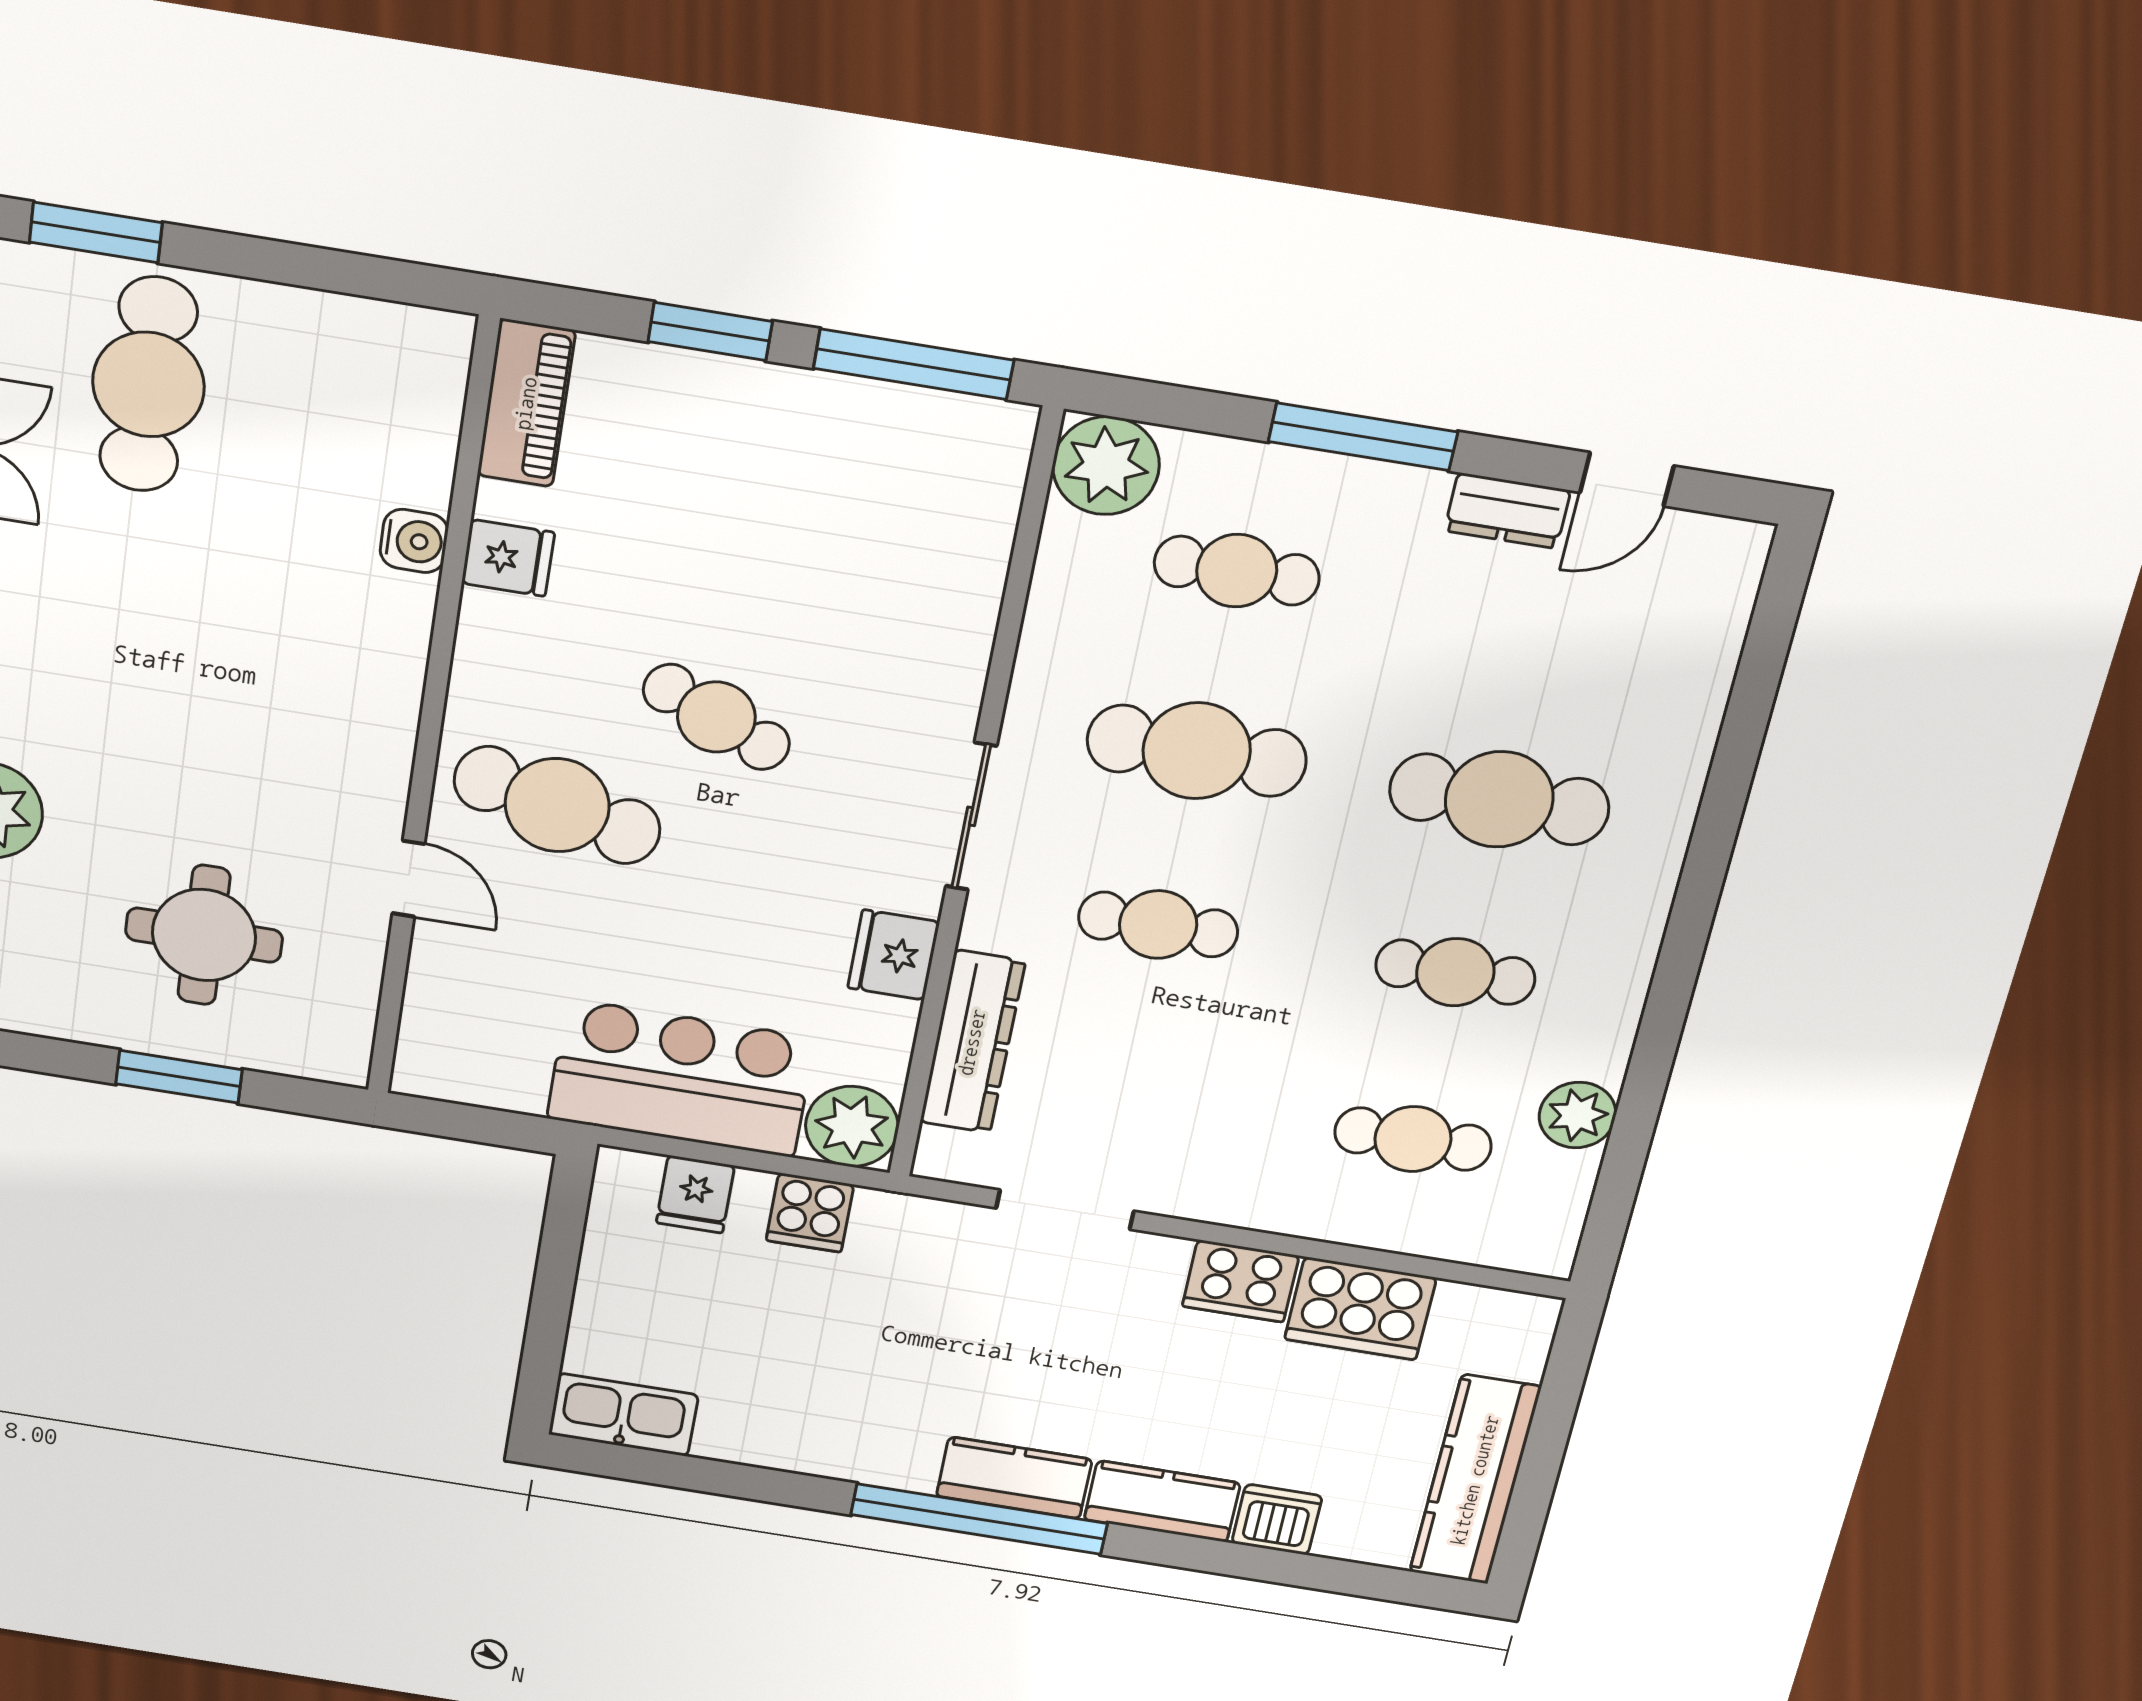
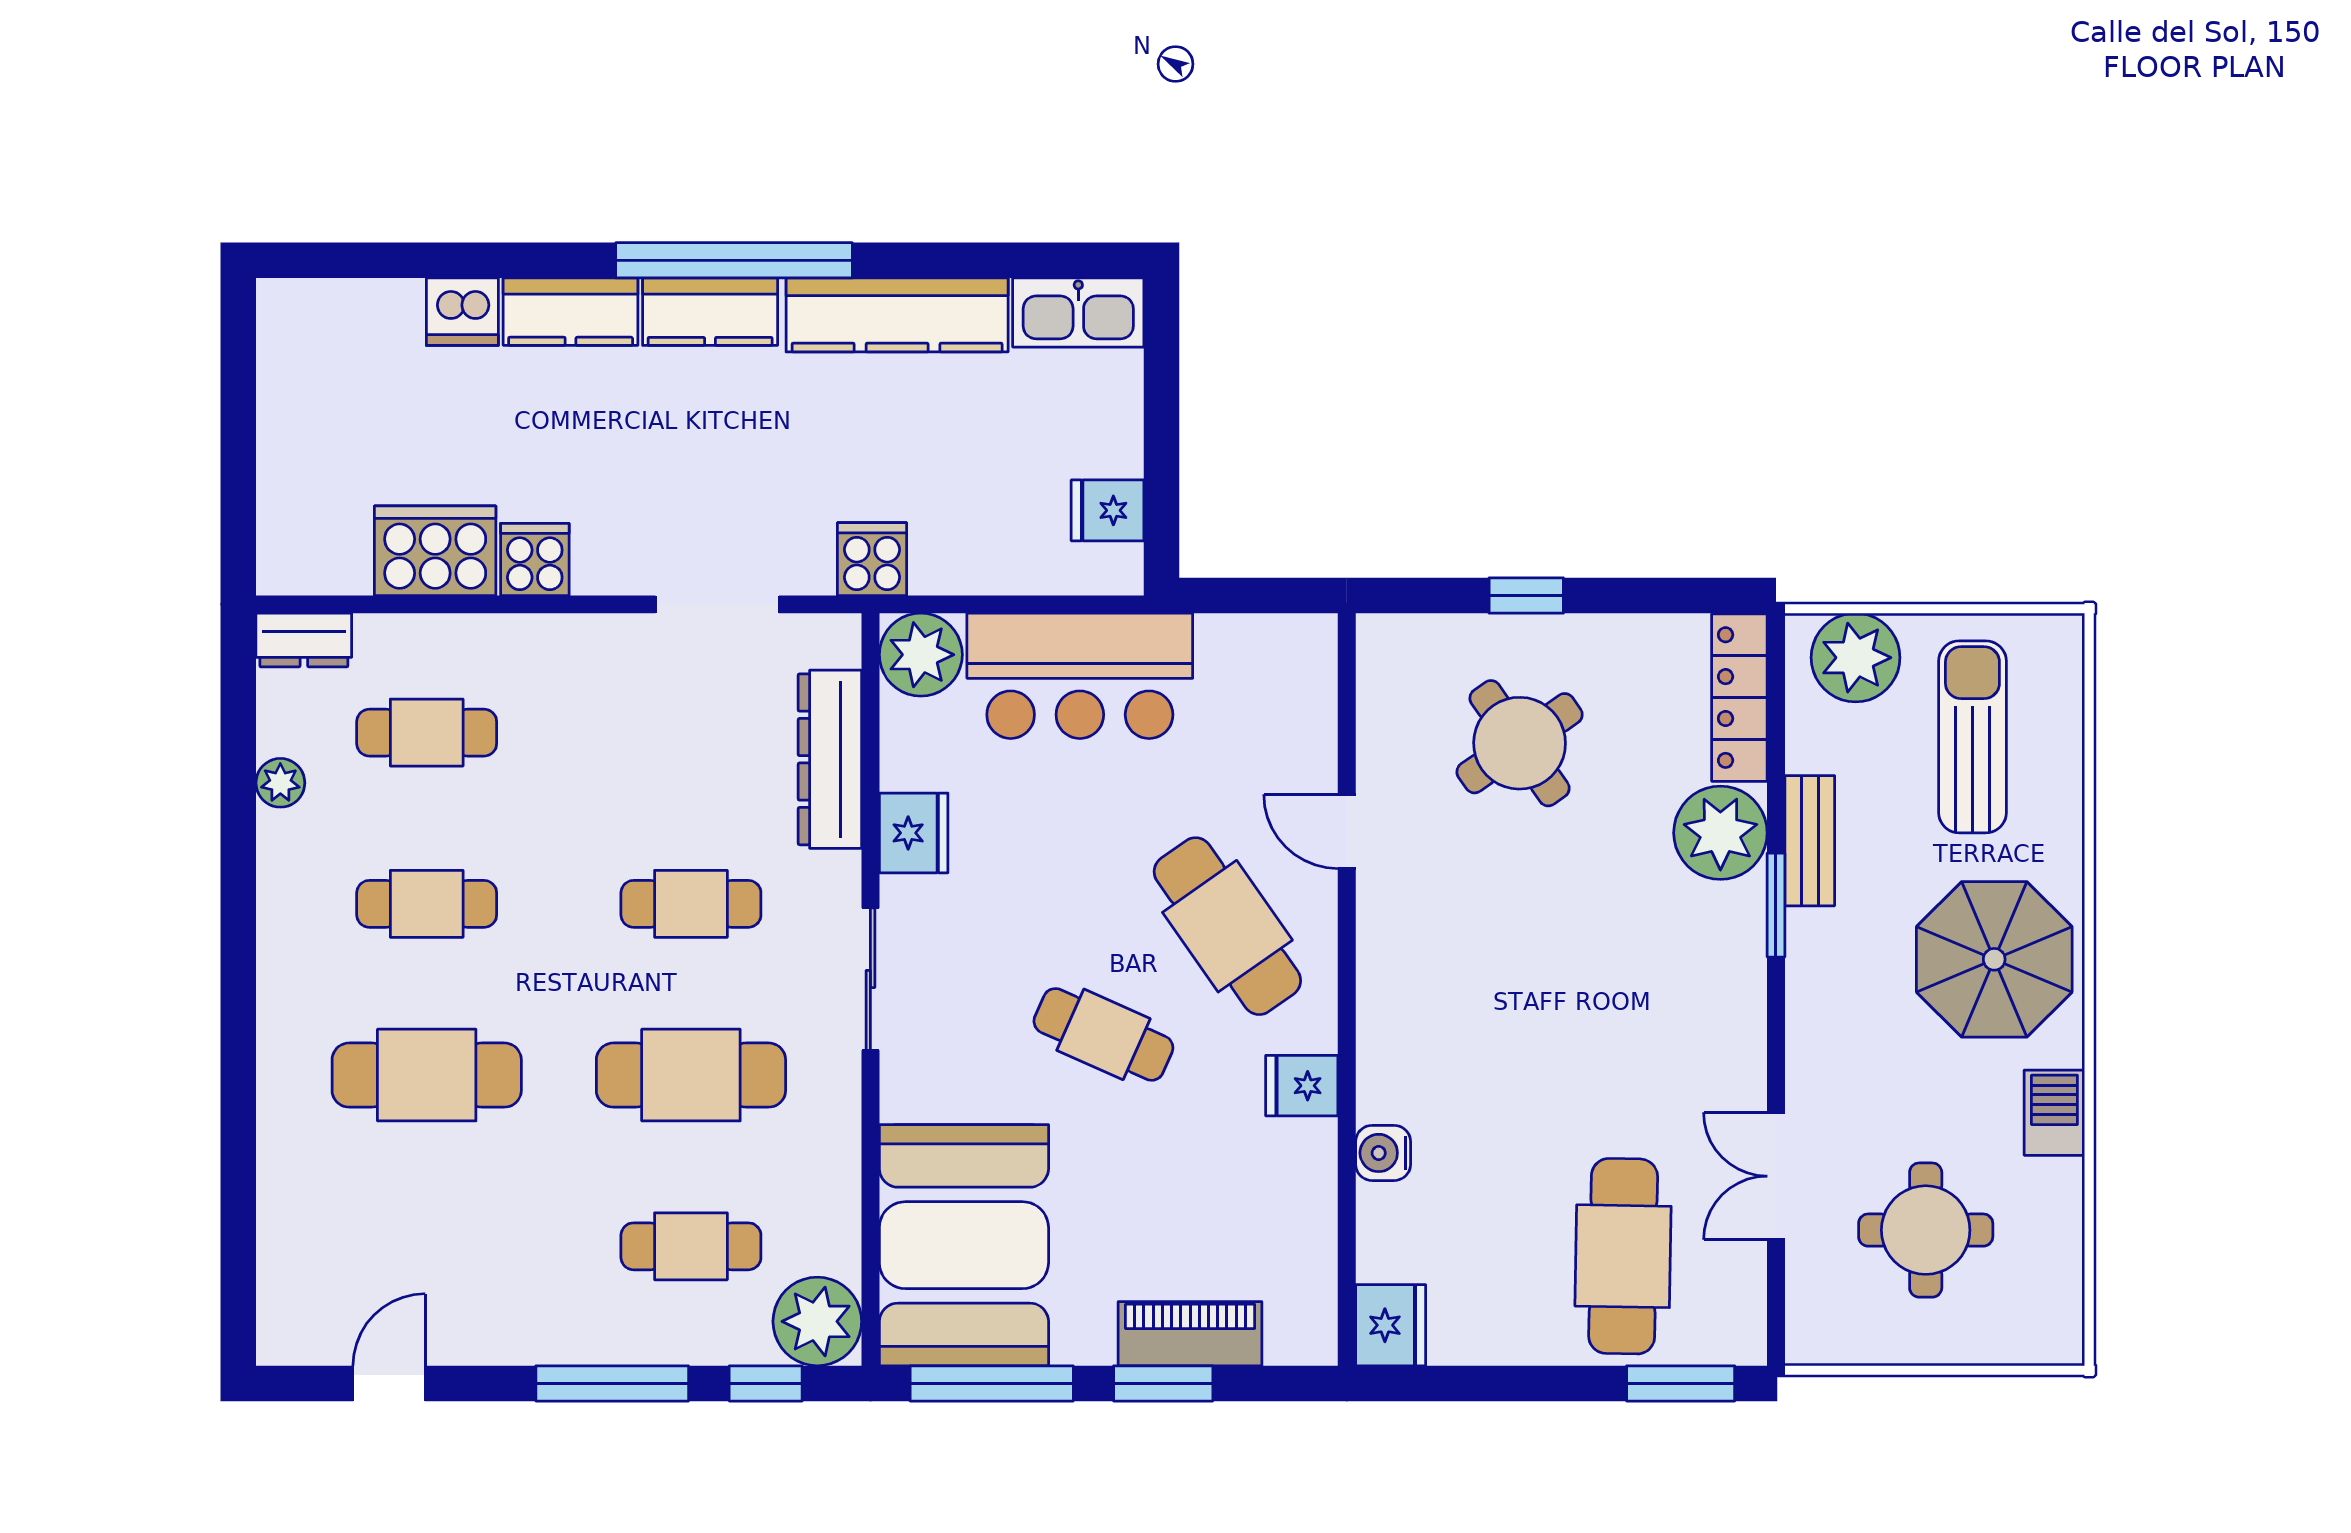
fridge: (431, 353) -> (1391, 1325), added
piano: (526, 403) -> (1190, 1334), moved, turned 90
window: (1181, 407) -> (766, 1383), added
dresser: (1507, 511) -> (304, 640), moved, turned 180
booth: (918, 521) -> (964, 1245), added
fridge: (508, 558) -> (1302, 1086), moved
cafe table: (557, 805) -> (1227, 926), turned 42
round table: (204, 935) -> (1520, 743), turned -35
window: (179, 1077) -> (1526, 596), width x0.67
plant: (1577, 1115) -> (280, 783), width x0.73, depth x0.73
fridge: (695, 1194) -> (1108, 510), moved, turned -90
cooker: (810, 1213) -> (872, 559), moved
cooker: (1241, 1281) -> (535, 559), width x0.73
kitchen counter: (1475, 1480) -> (897, 315), moved, turned 90

